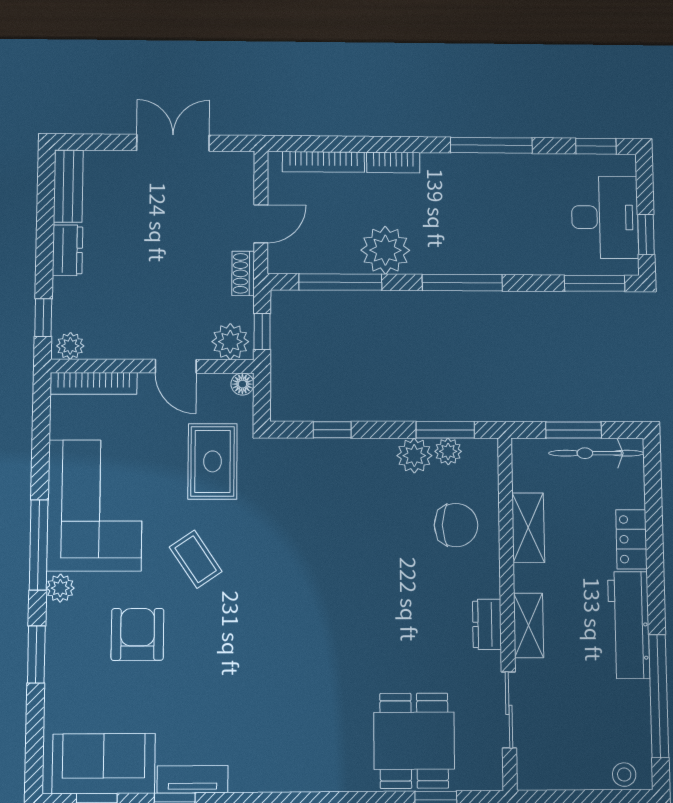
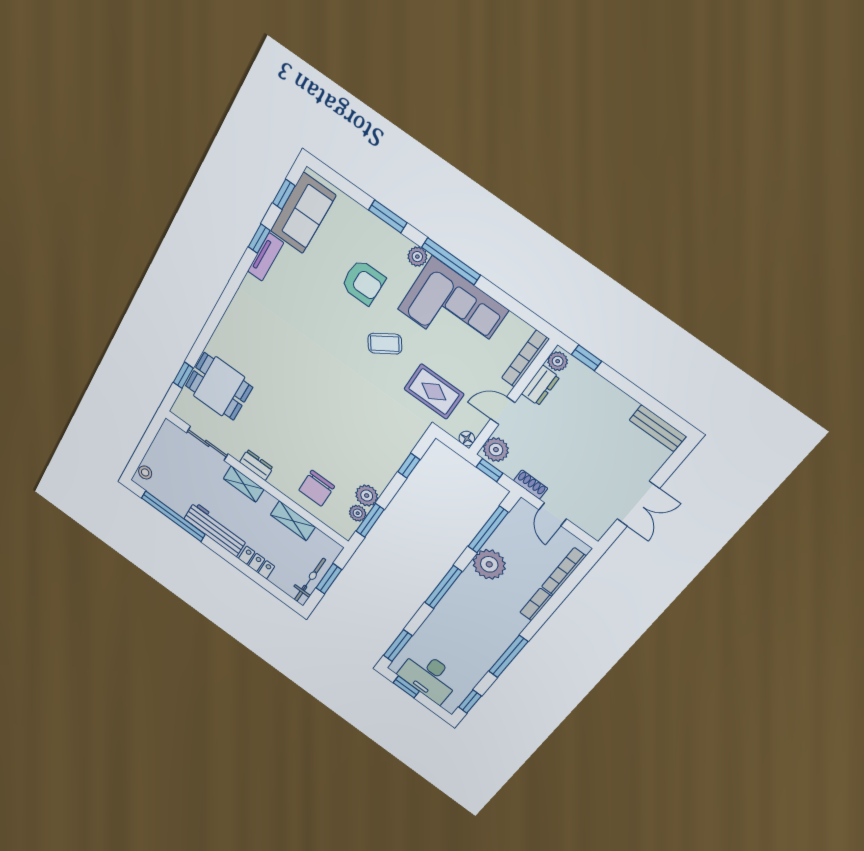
dresser: (68, 250) -> (540, 385), moved, turned -90

